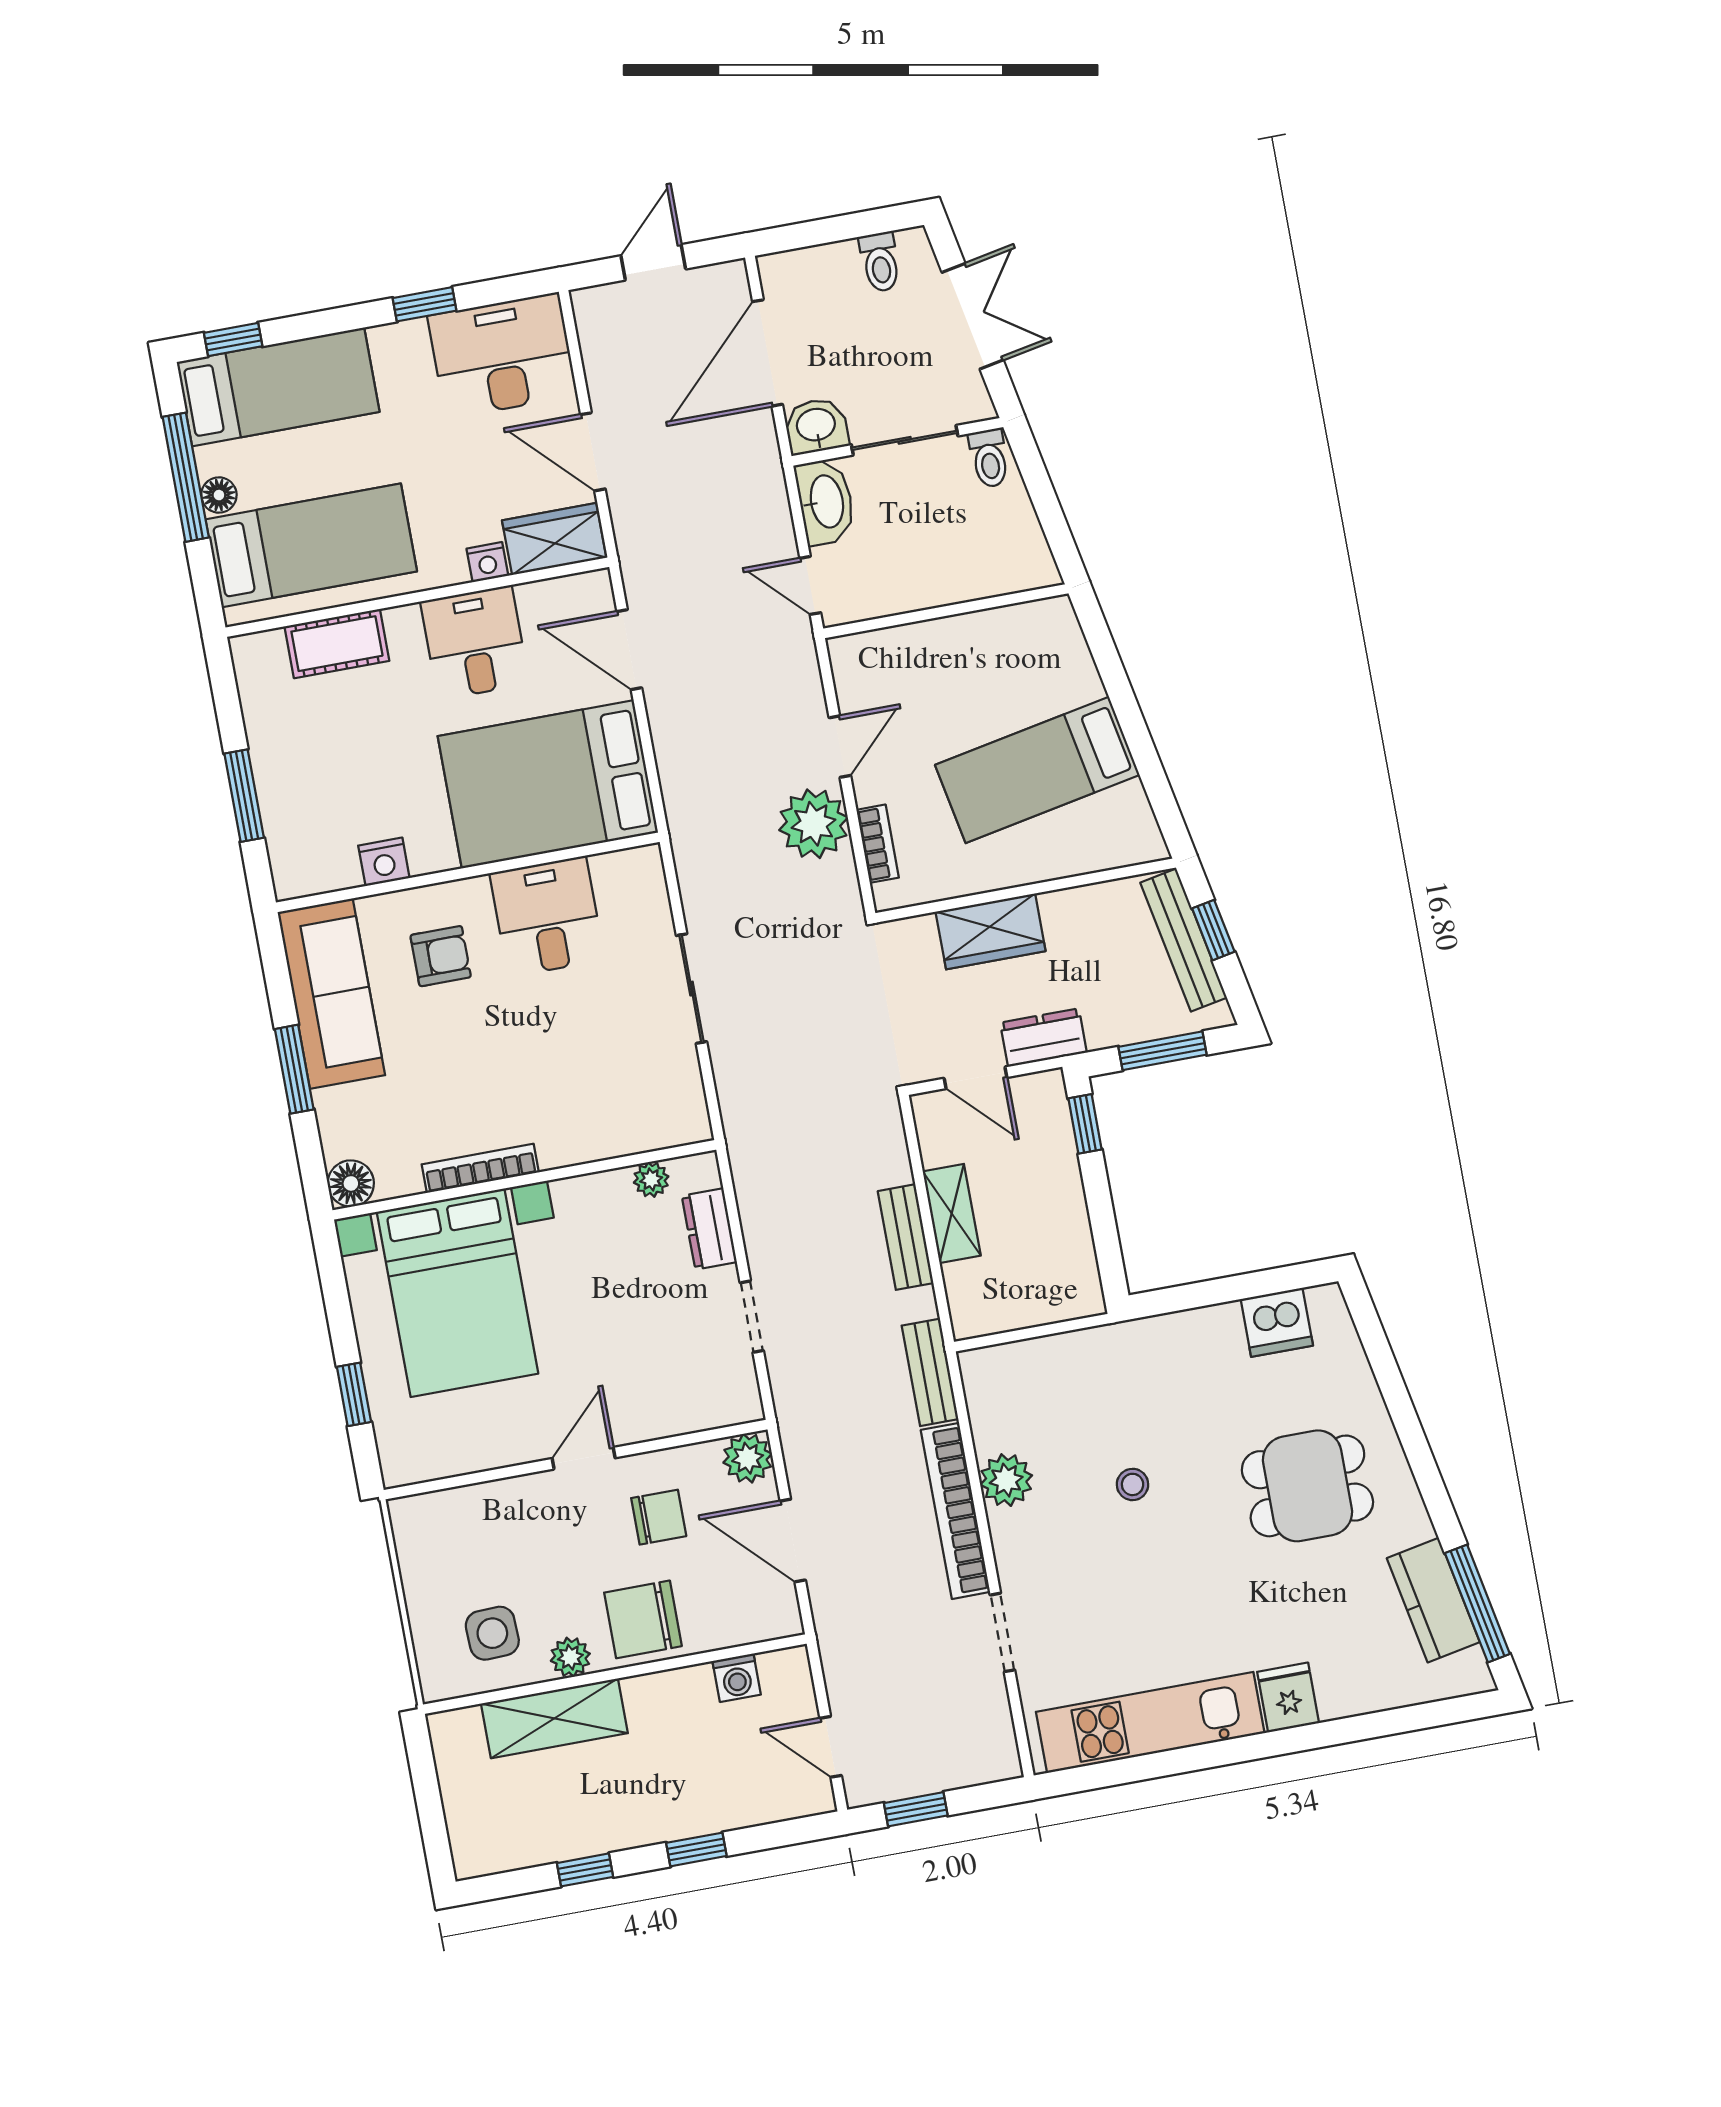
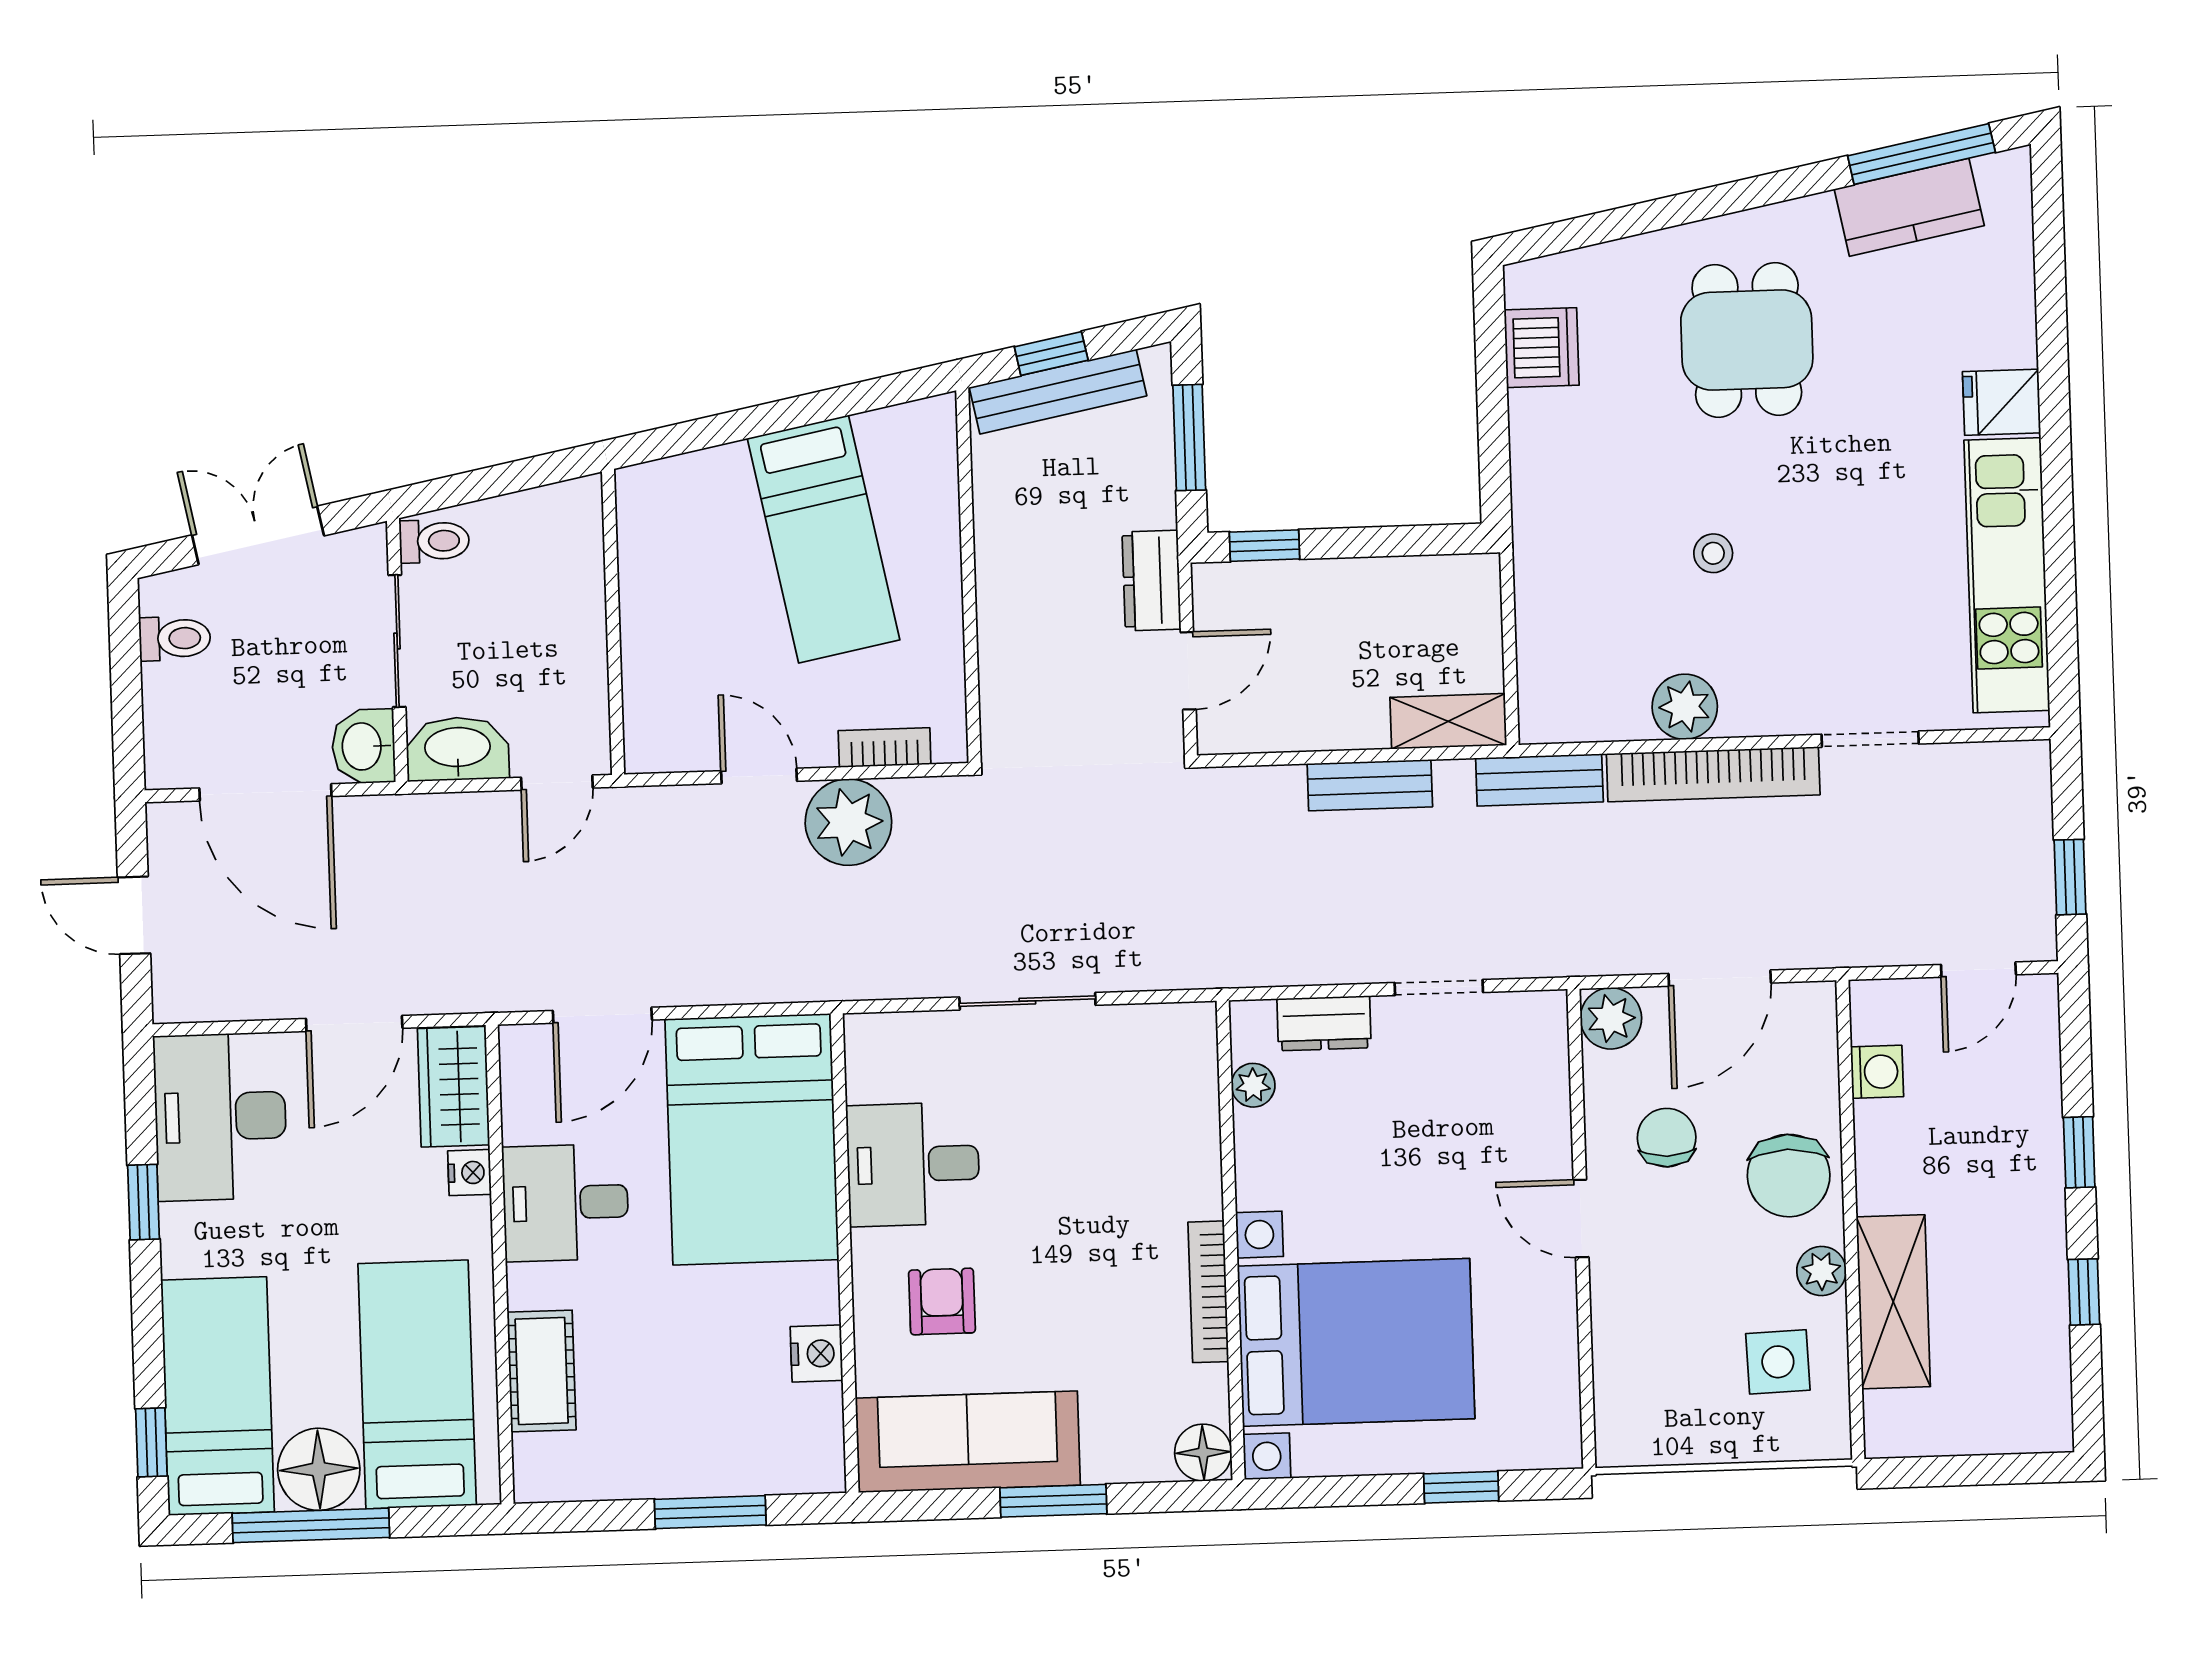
floor lamp: (219, 495) -> (319, 1469), width x1.89, depth x1.89
wardrobe: (991, 931) -> (1012, 626), removed
shelving: (952, 1214) -> (1448, 721), moved

